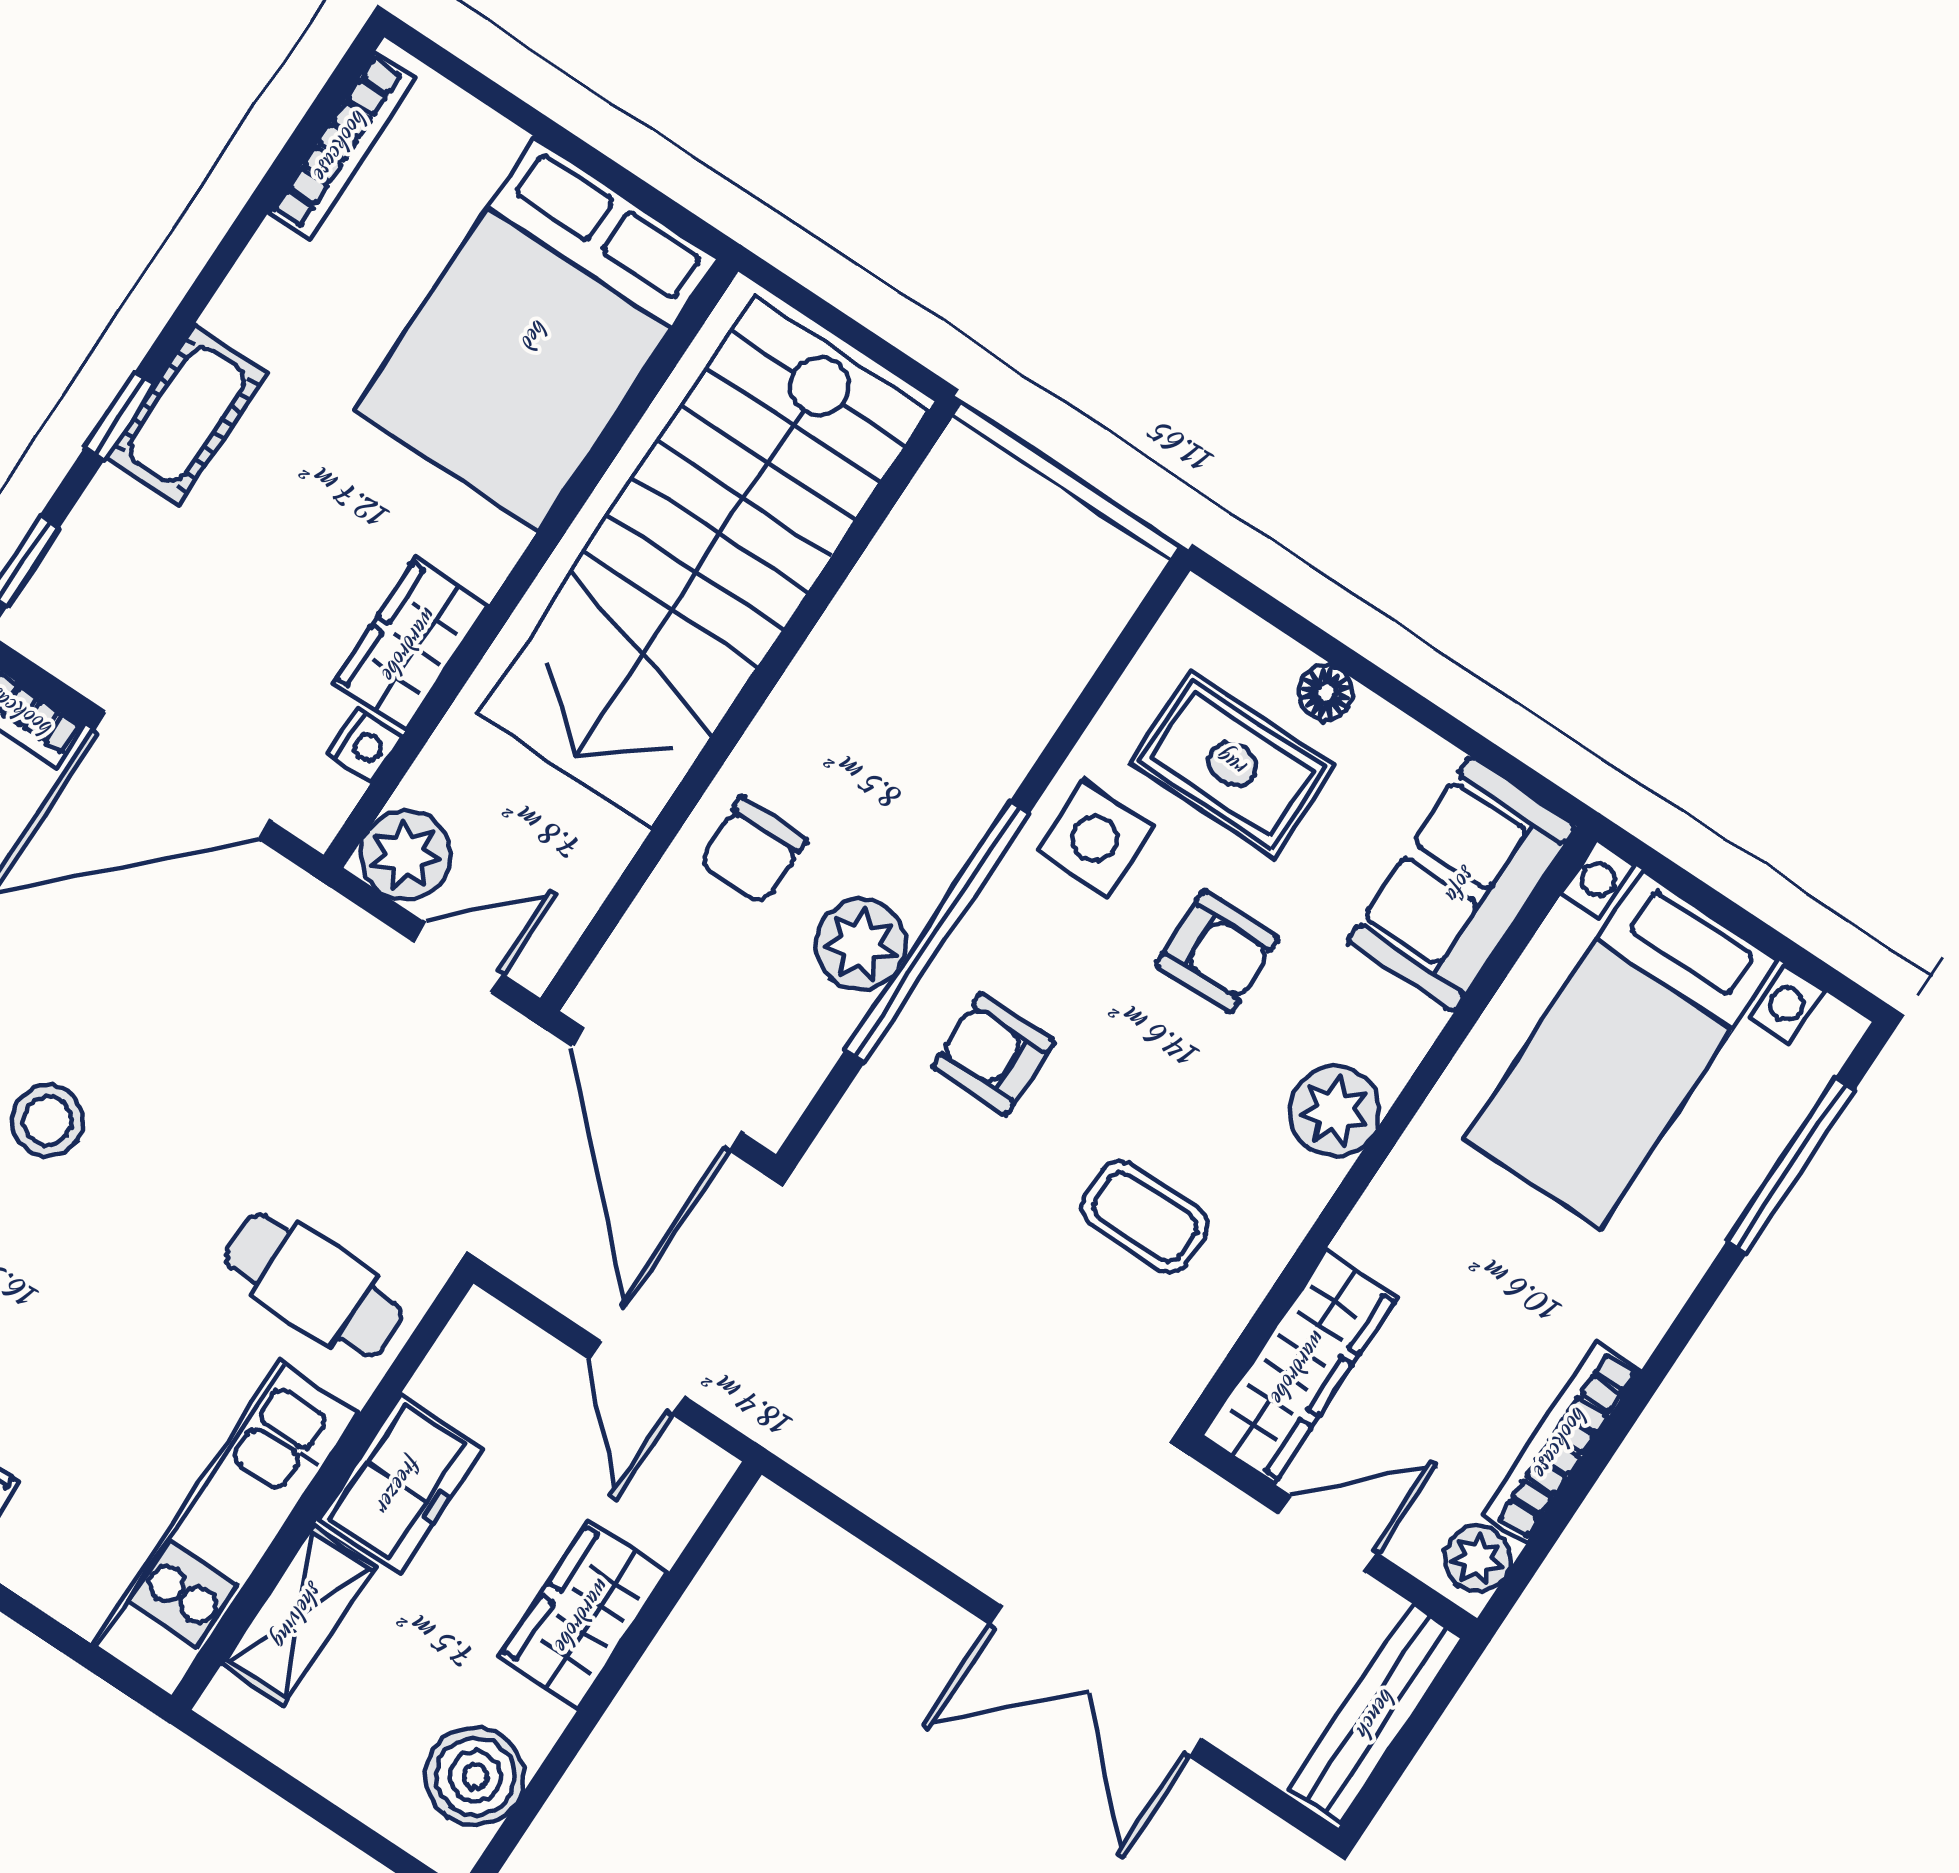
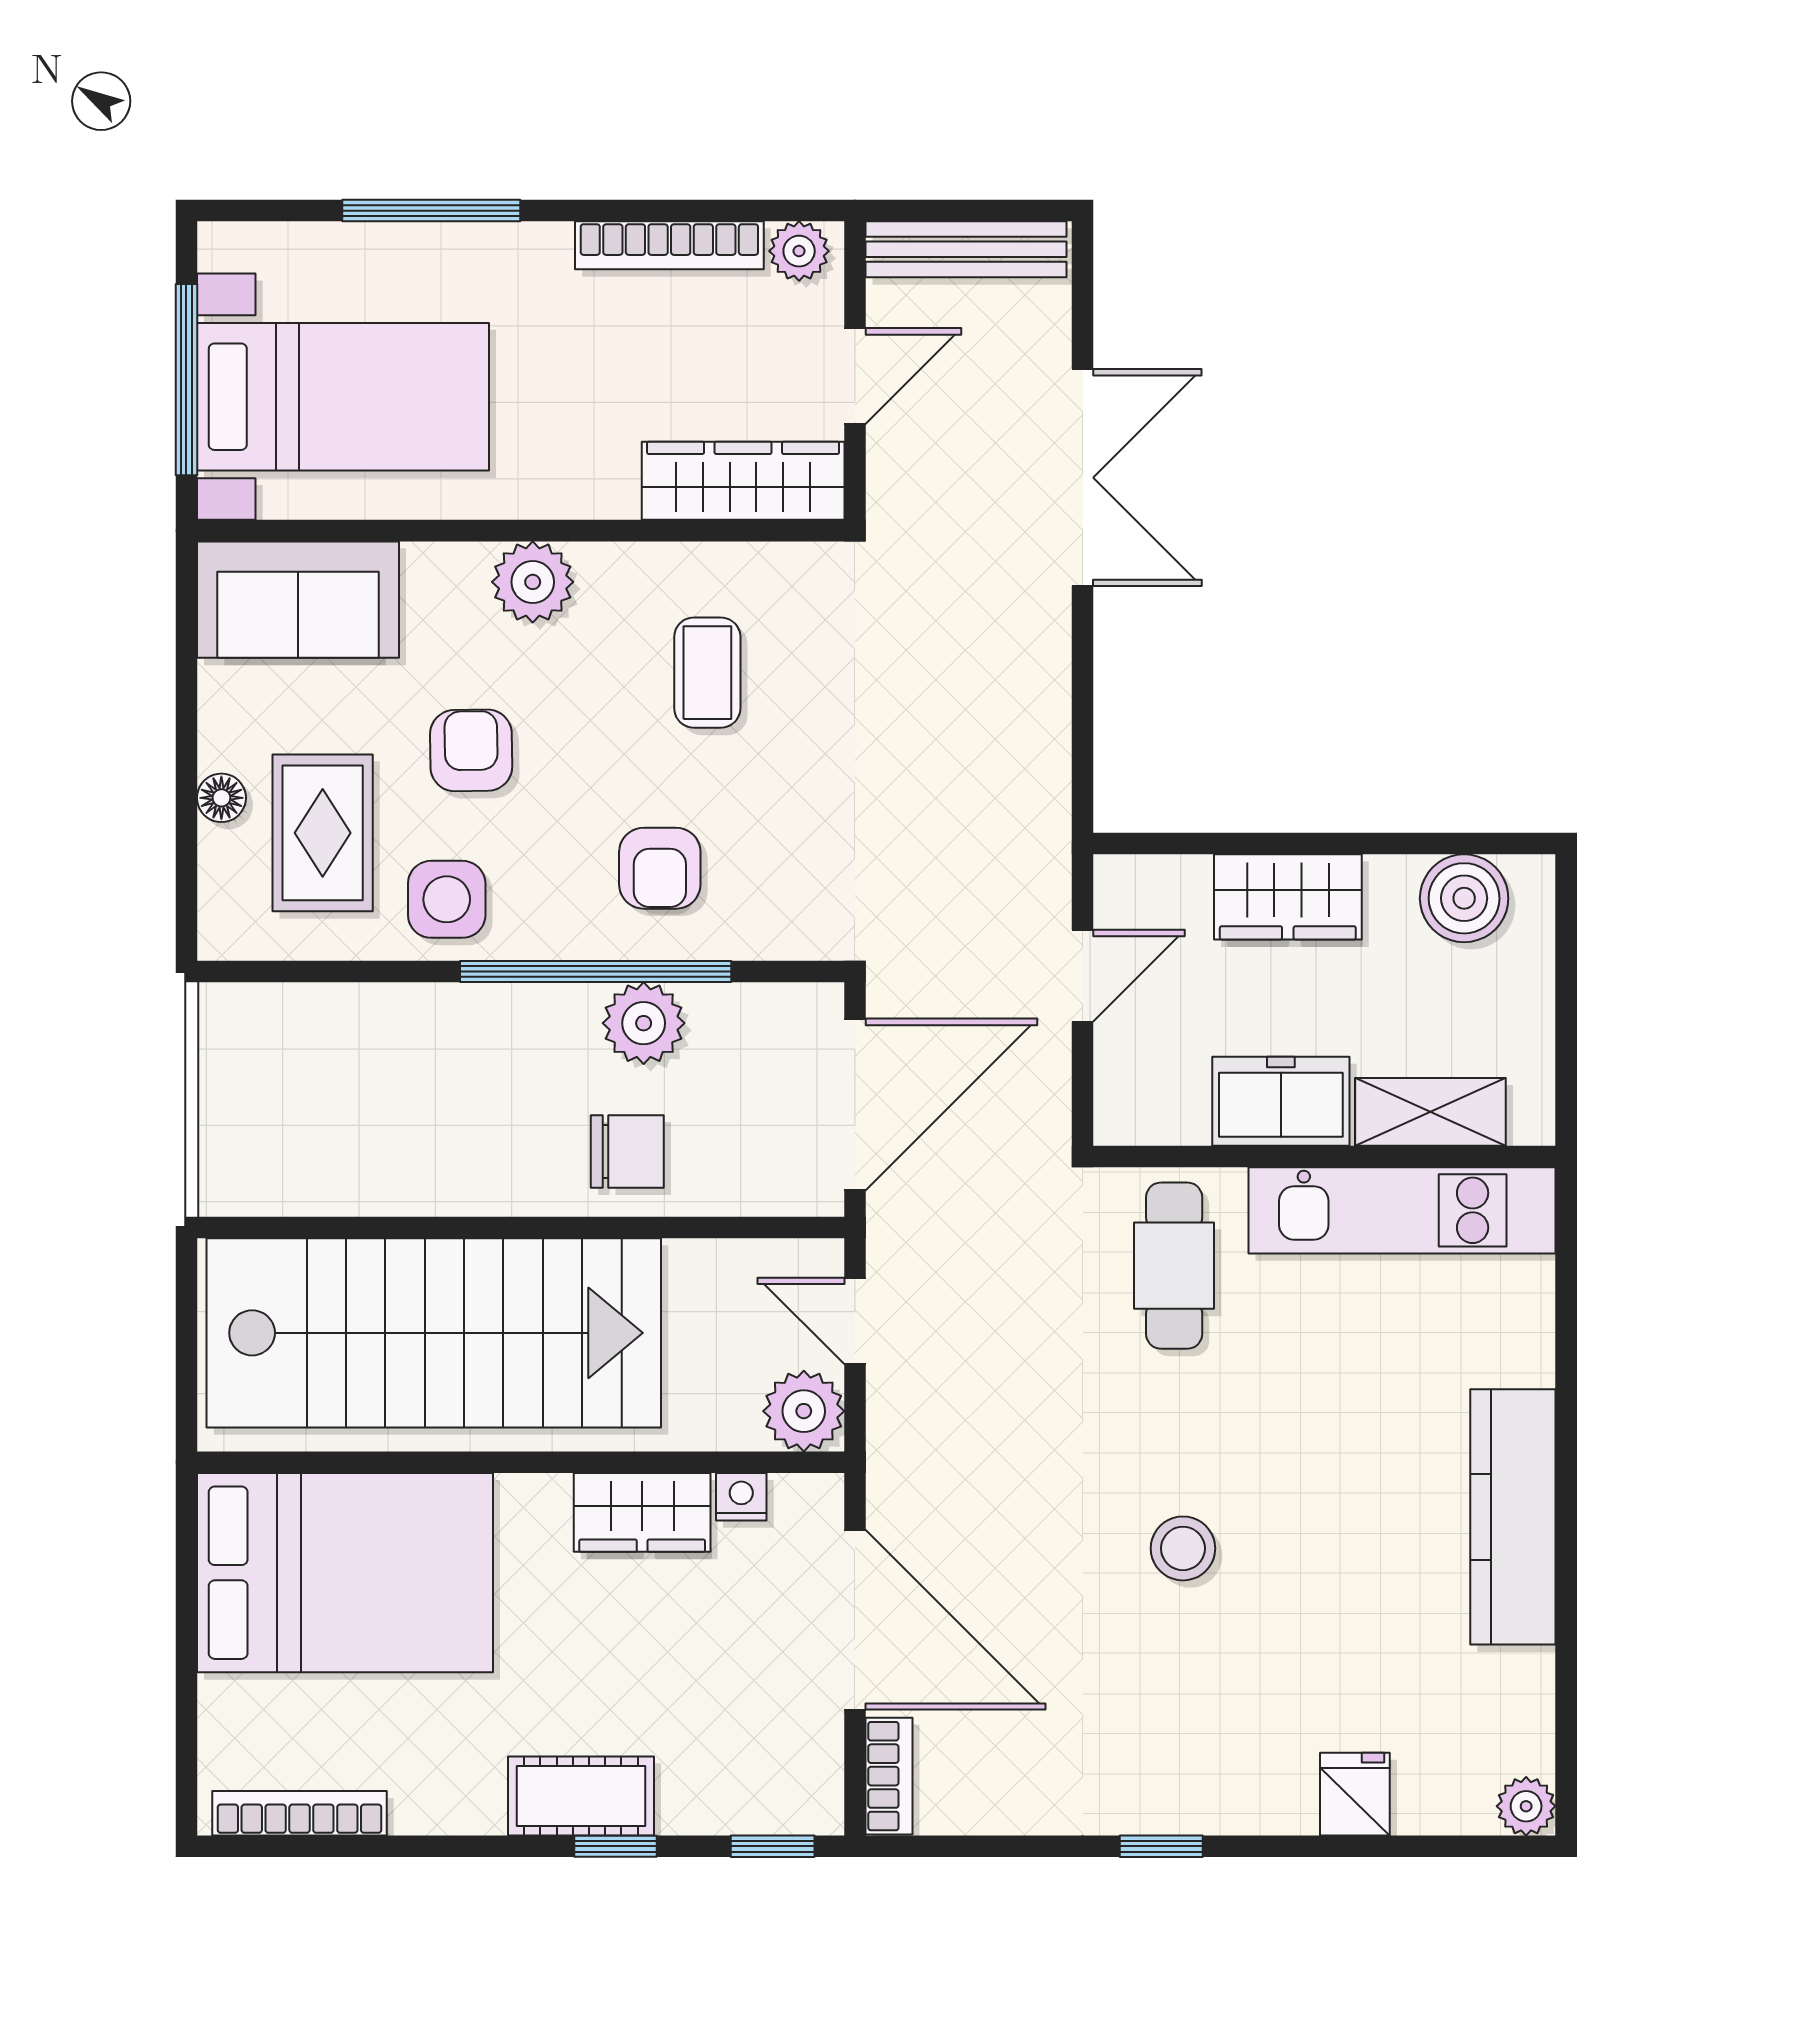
window: (1732, 915) -> (186, 380), added
window: (1791, 1166) -> (431, 211), moved
door: (1328, 1534) -> (855, 376), swing flipped

